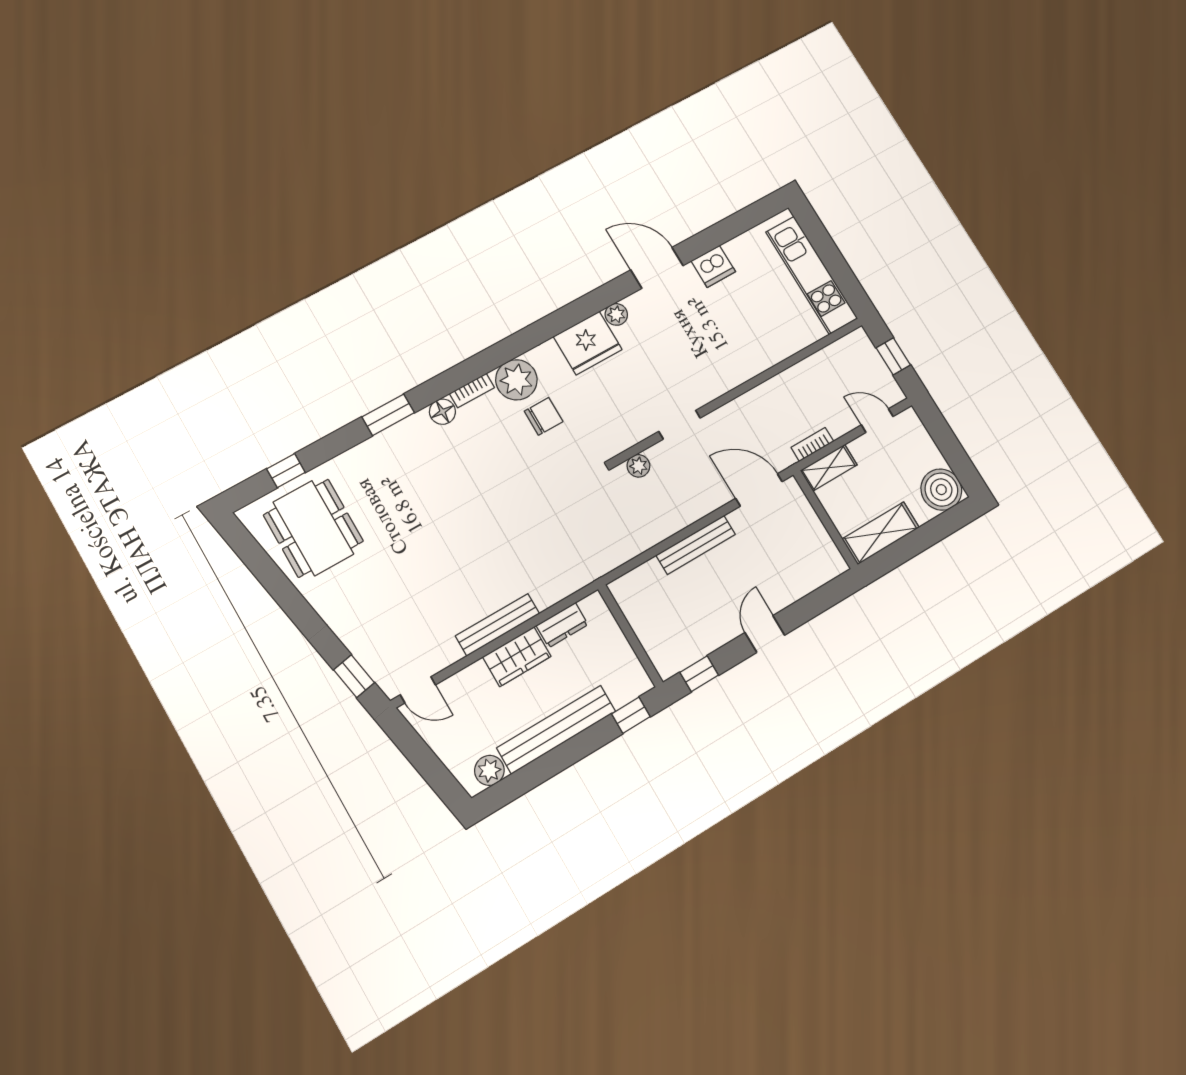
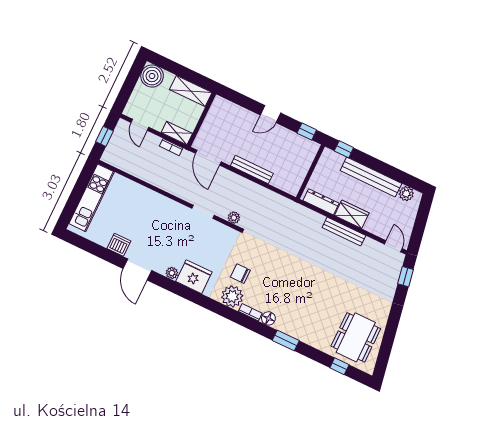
dresser: (562, 625) -> (321, 202), width x1.44

